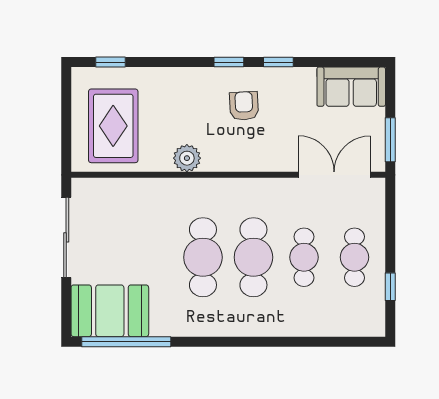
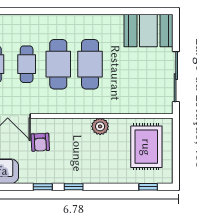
armchair: (244, 106) -> (40, 142), moved
window: (126, 342) -> (138, 11), removed

